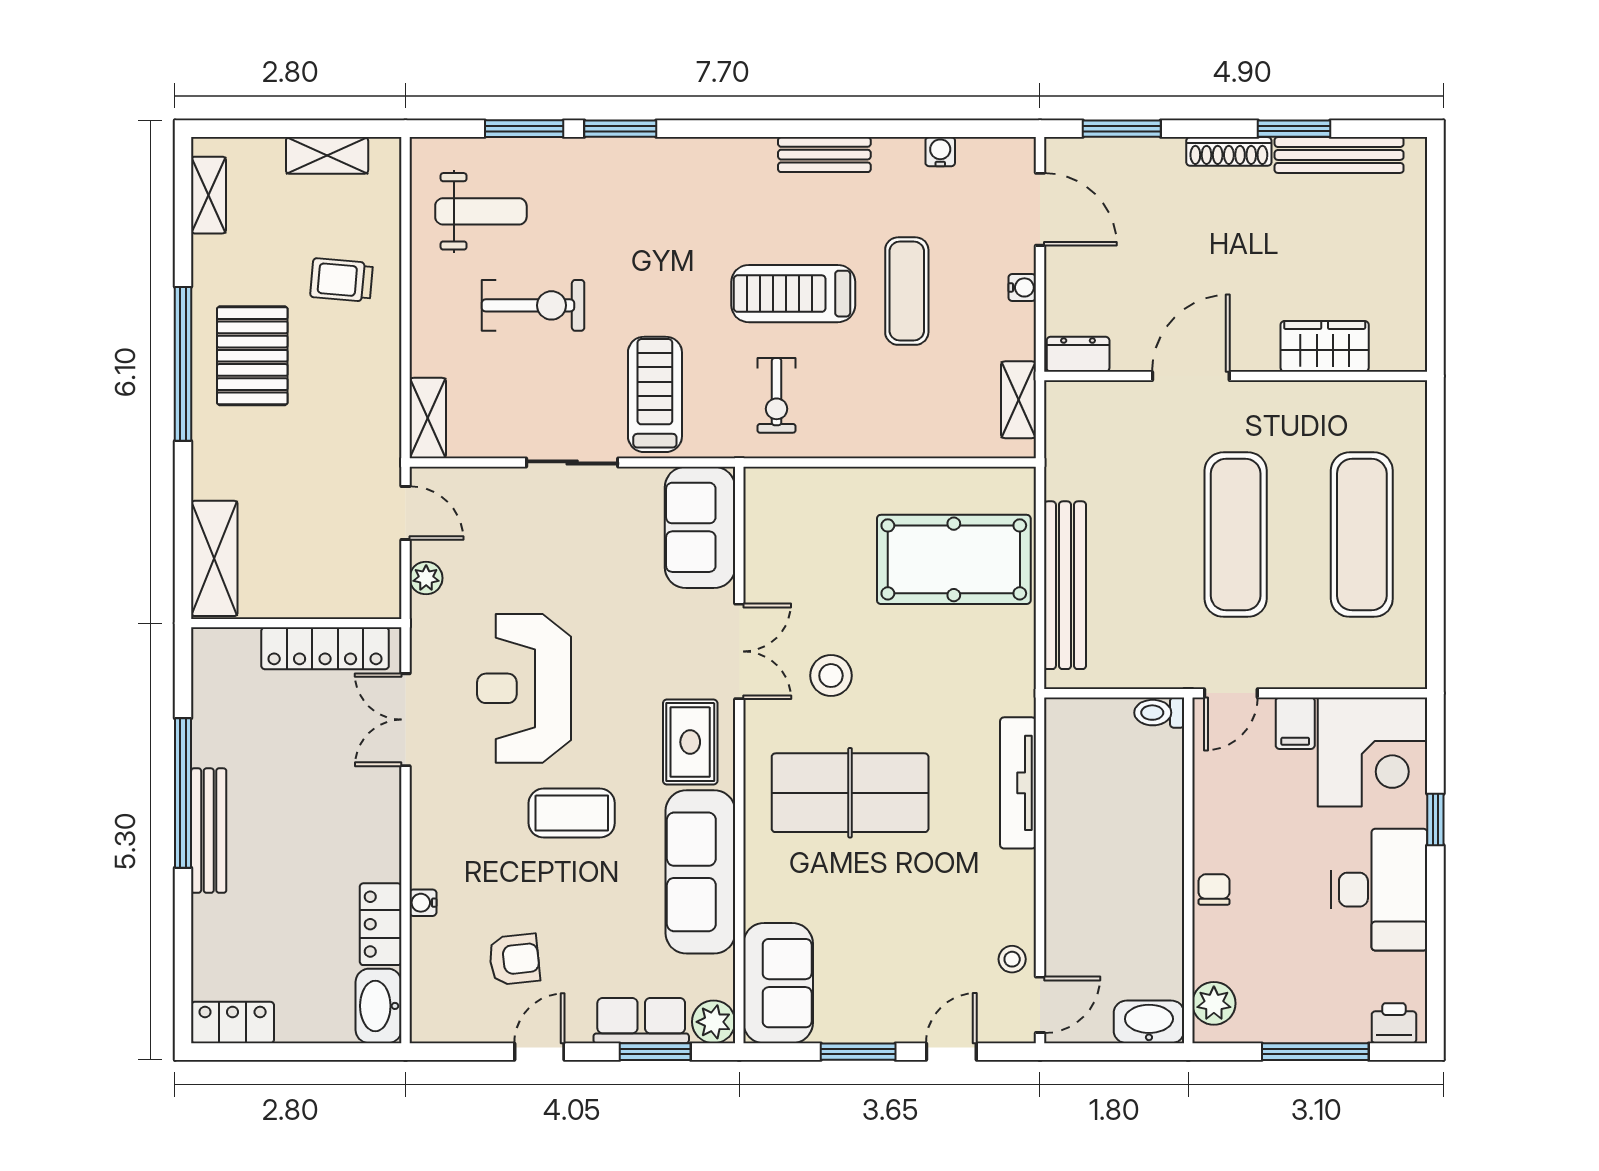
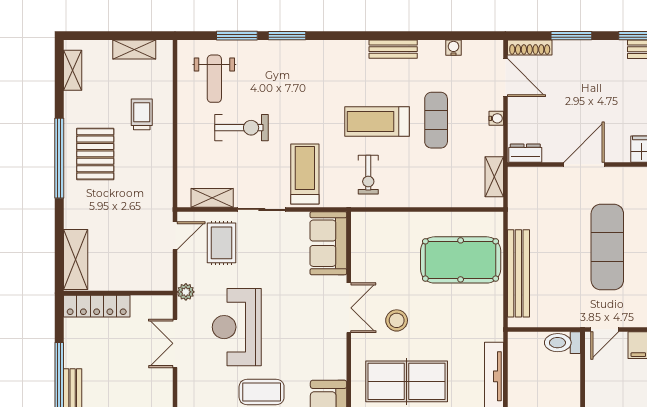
window: (1122, 129) -> (571, 36), moved
shoe rack: (1229, 151) -> (530, 48), moved
weight bench: (481, 211) -> (214, 79), turned 90
trolley: (341, 280) -> (142, 114), turned 85
shelving: (428, 418) -> (212, 198), moved, turned 90
door: (405, 513) -> (175, 236), hinge flipped
plant: (426, 578) -> (186, 292), moved
locker: (325, 648) -> (97, 306), moved
toilet: (1159, 713) -> (562, 343), width x1.37, depth x1.39
rug: (690, 742) -> (222, 243), moved

